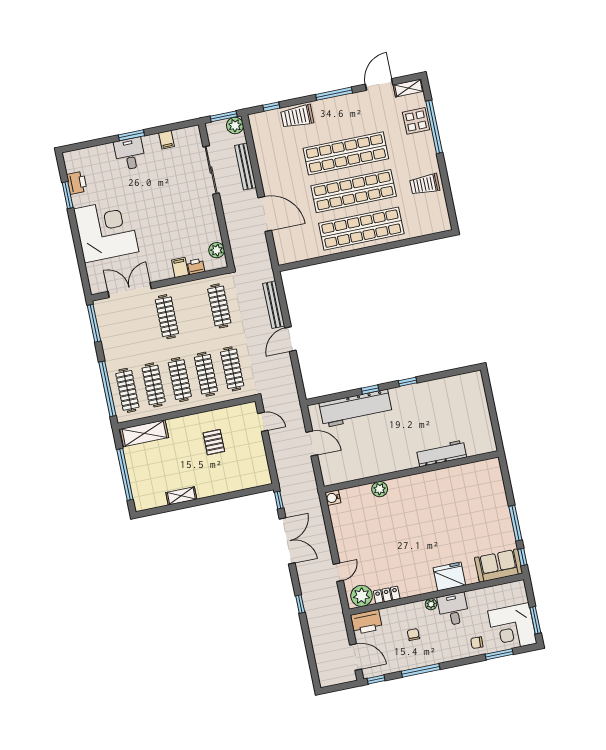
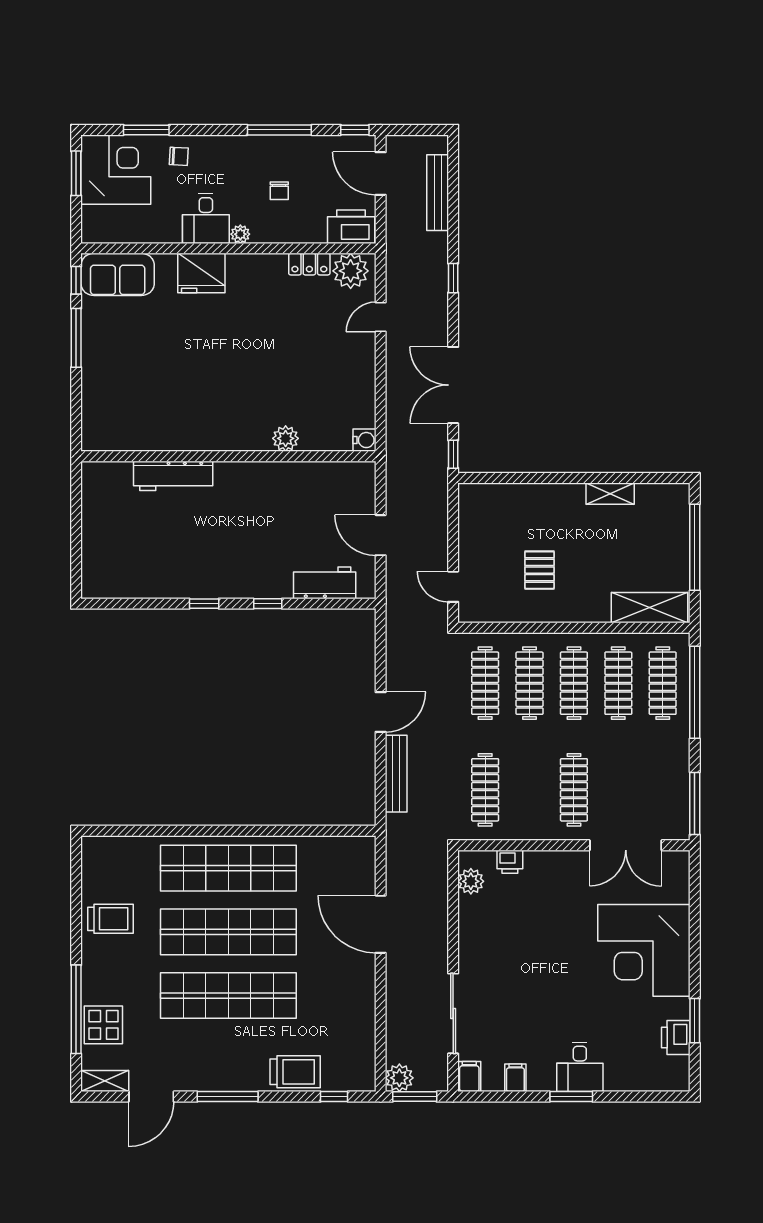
bench: (245, 167) -> (438, 193), moved
filing cabinet: (180, 268) -> (469, 1077), moved, turned 180
workbench: (356, 408) -> (325, 583), width x0.53, depth x0.76

